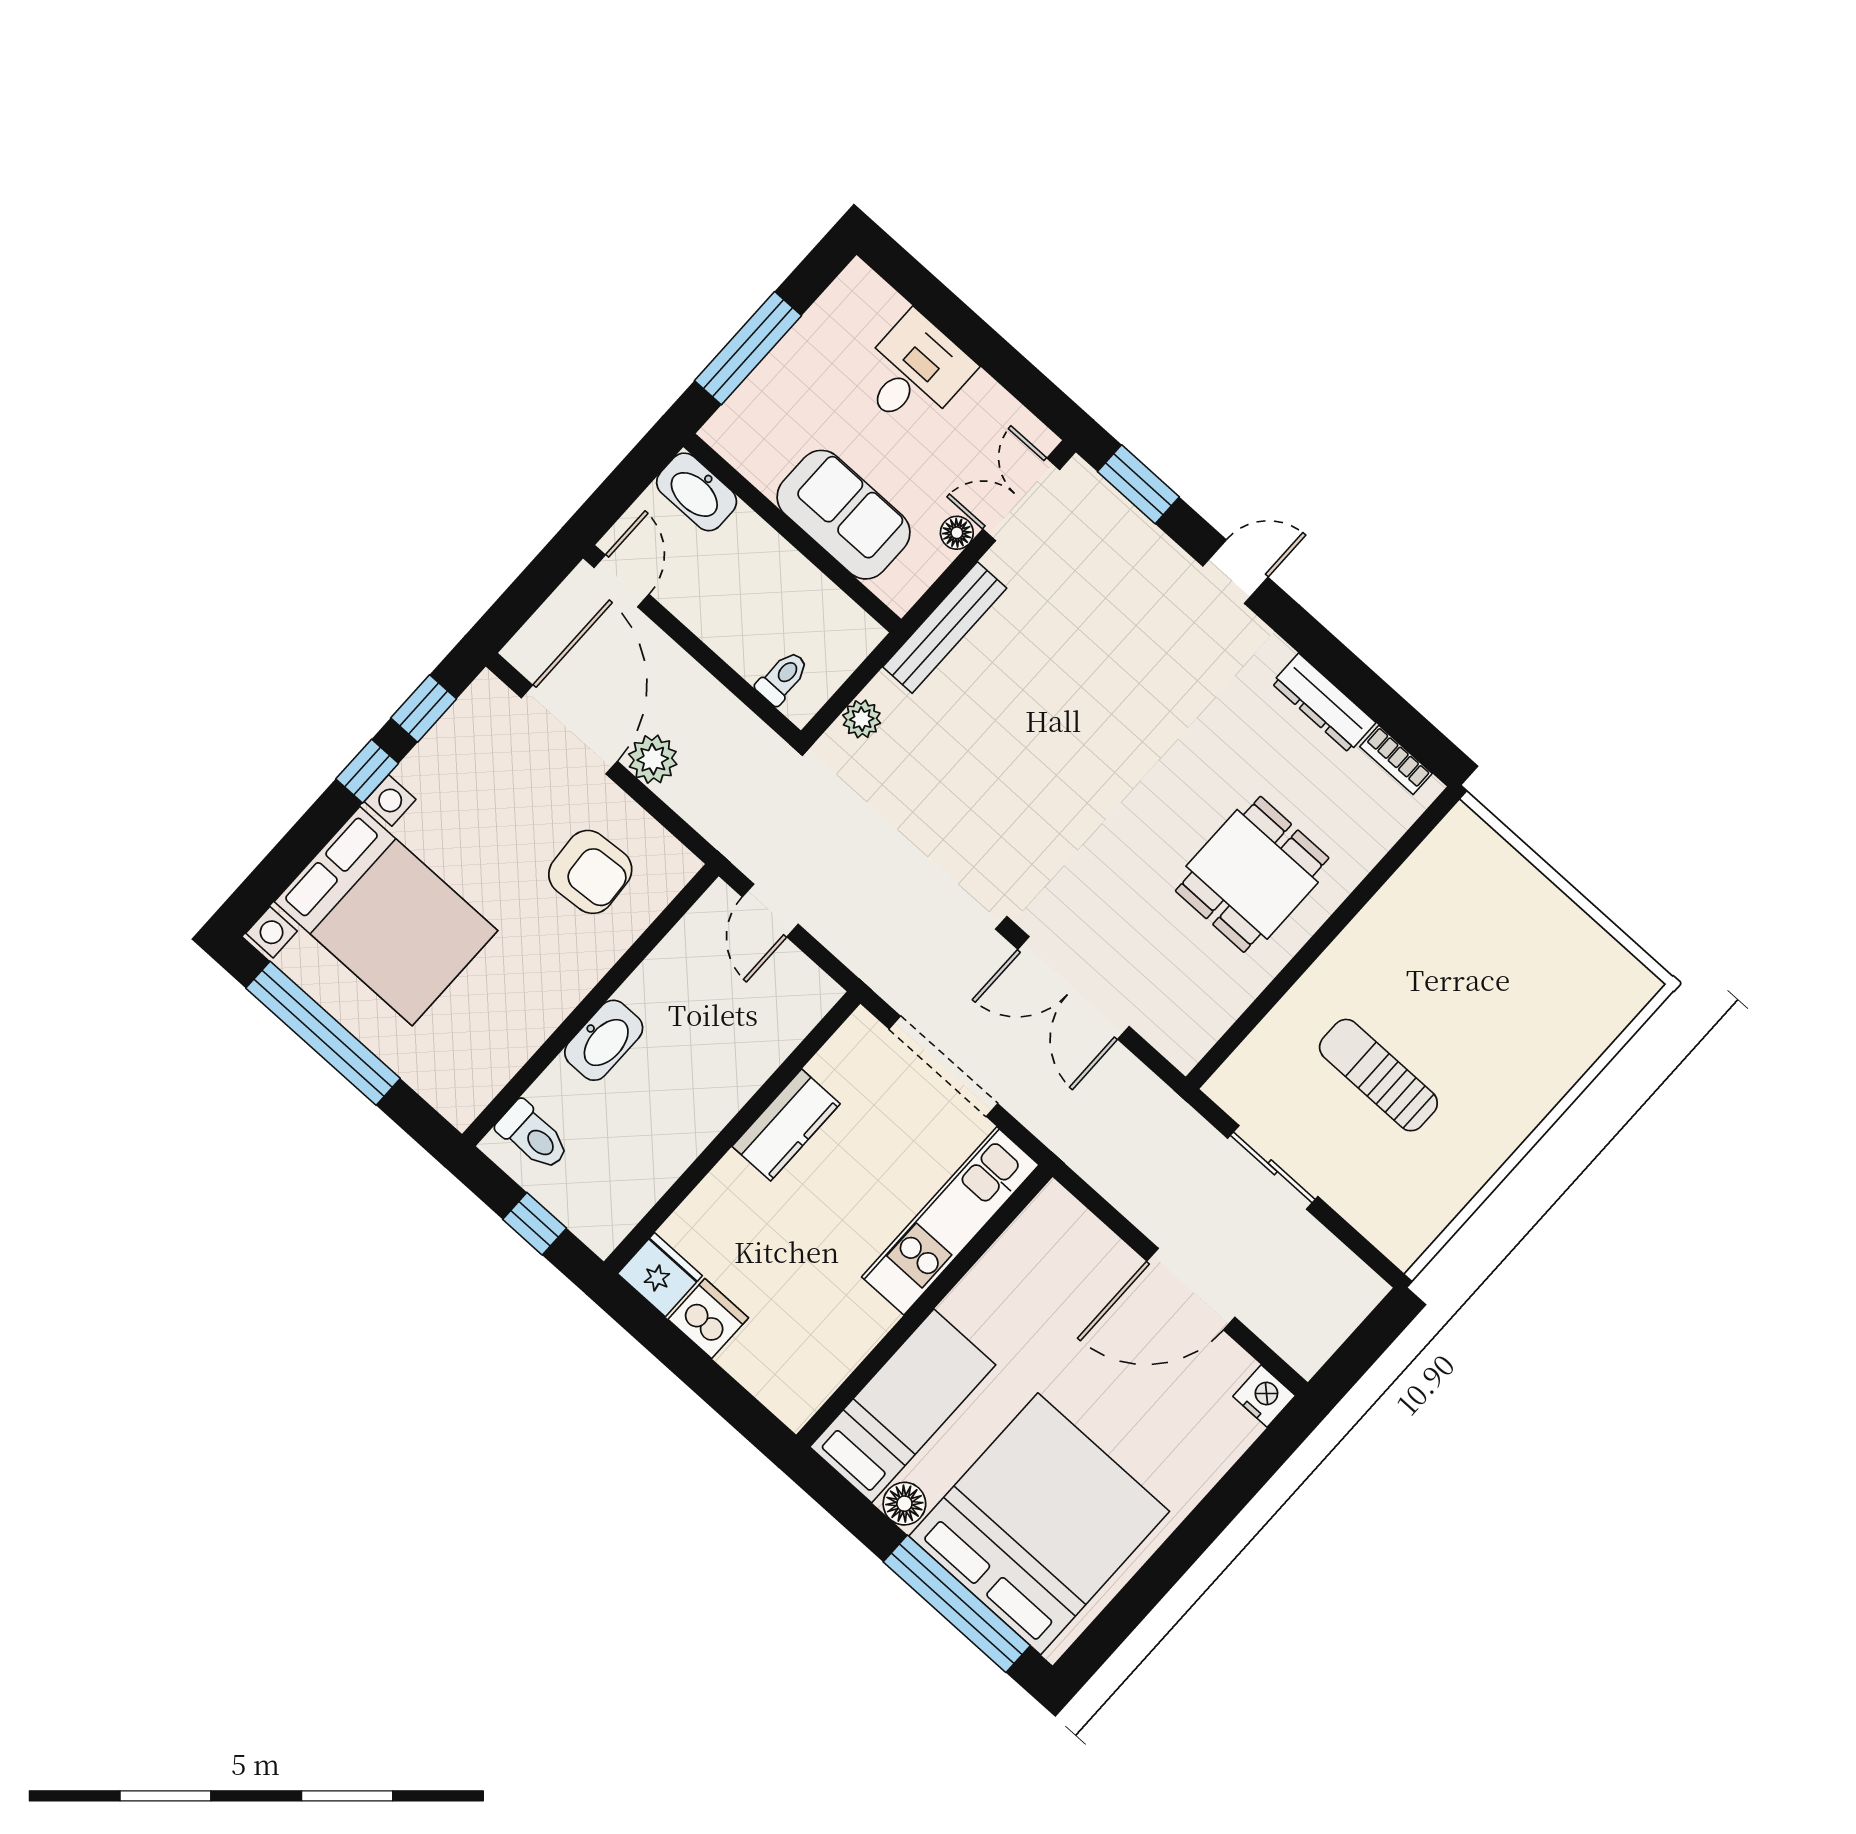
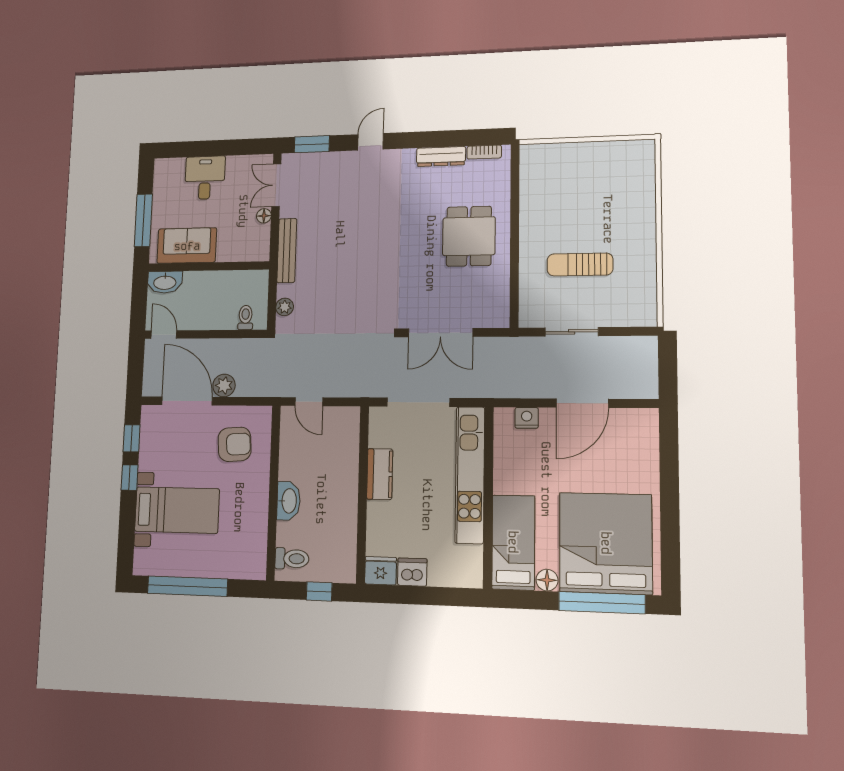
sofa: (843, 515) -> (187, 246), moved
bed with nightstands: (386, 916) -> (177, 510), width x0.73
kitchen unit: (950, 1221) -> (470, 475), width x1.36
nightstand: (1264, 1396) -> (527, 418), moved

